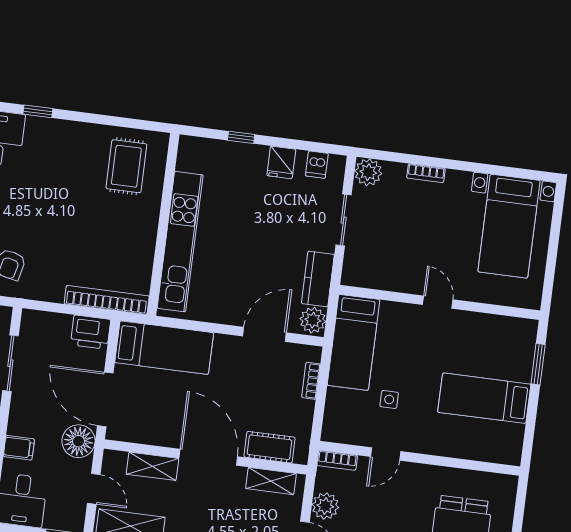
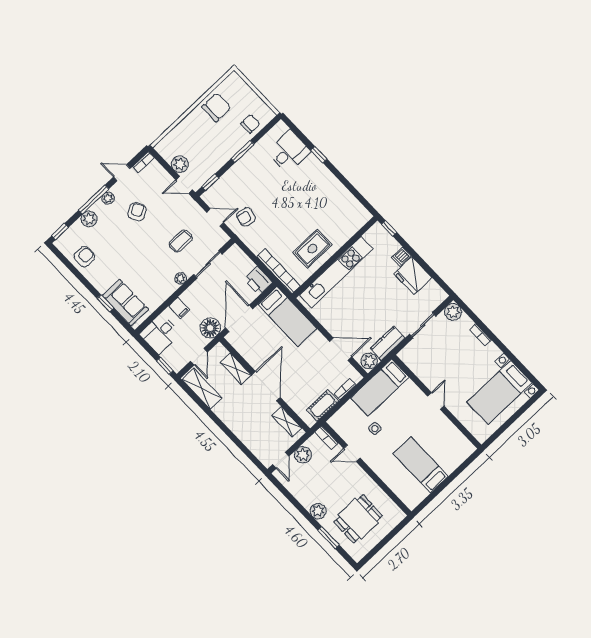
window: (241, 137) -> (389, 228), moved
fridge: (281, 162) -> (413, 276), width x1.88, depth x1.34
dishwasher: (317, 165) -> (401, 257), moved
rug: (126, 166) -> (312, 249), moved
window: (538, 364) -> (460, 470), removed
cot: (270, 447) -> (323, 405), moved, turned 90

